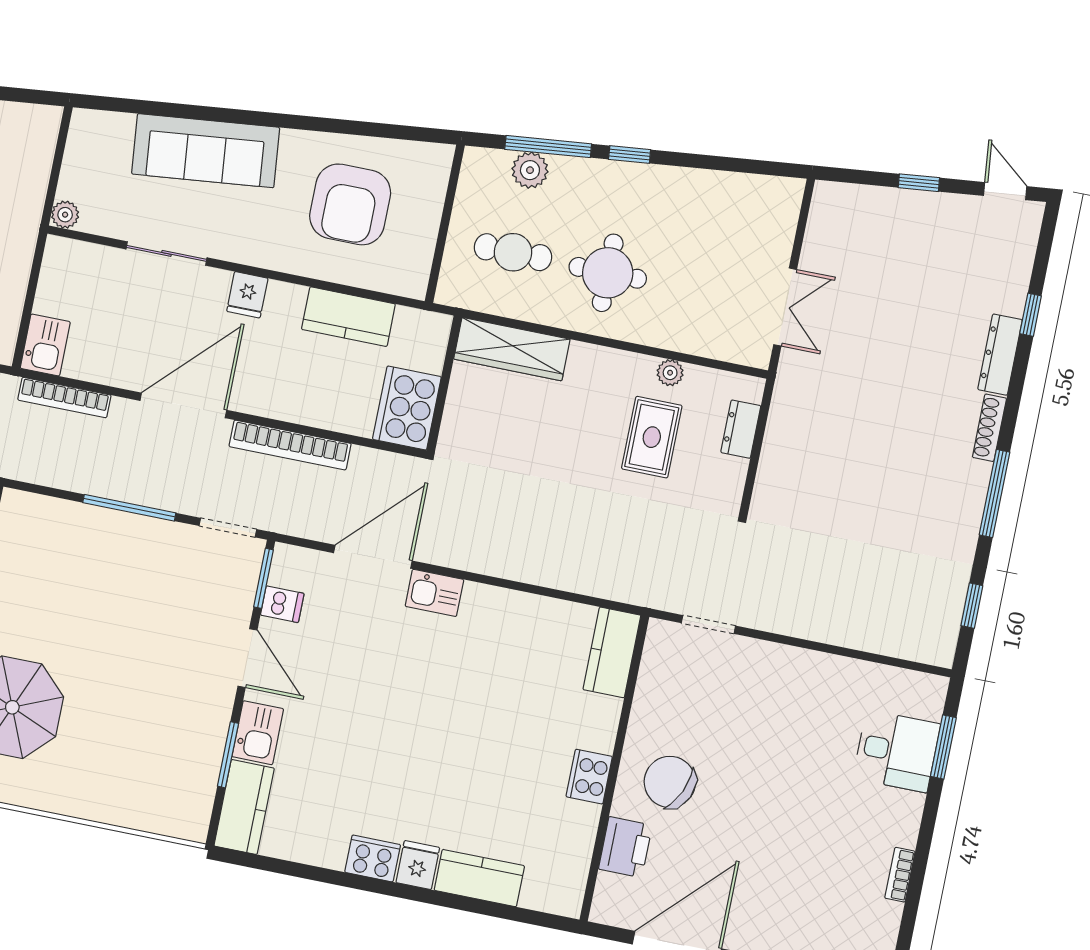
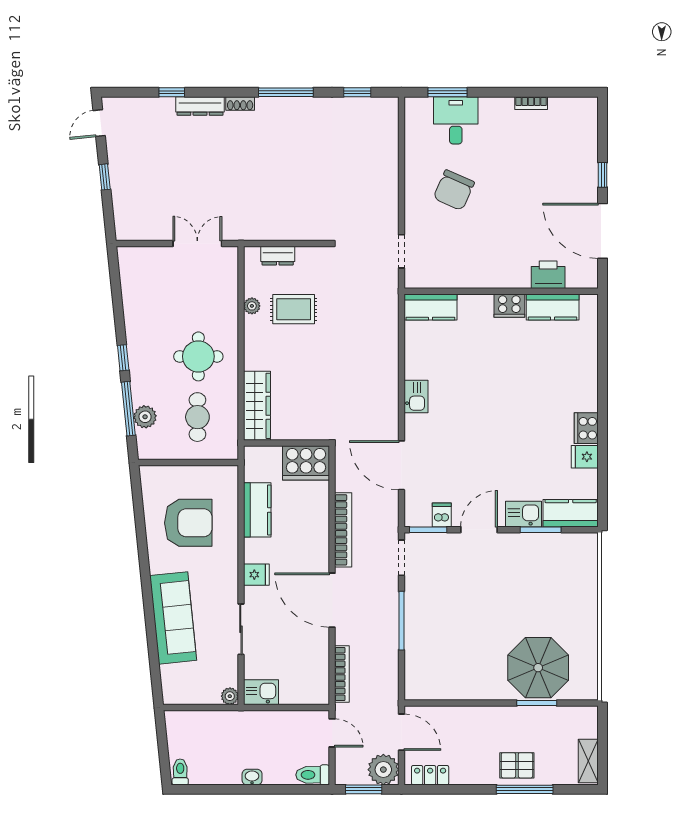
kitchen sink: (45, 345) -> (261, 692), moved
shoe rack: (989, 428) -> (240, 103), width x0.70
kitchen sink: (434, 593) -> (416, 397), moved
chair: (670, 782) -> (454, 190), moved
fridge: (418, 865) -> (585, 457), moved
kitchen counter: (479, 878) -> (553, 307), moved, turned -90

